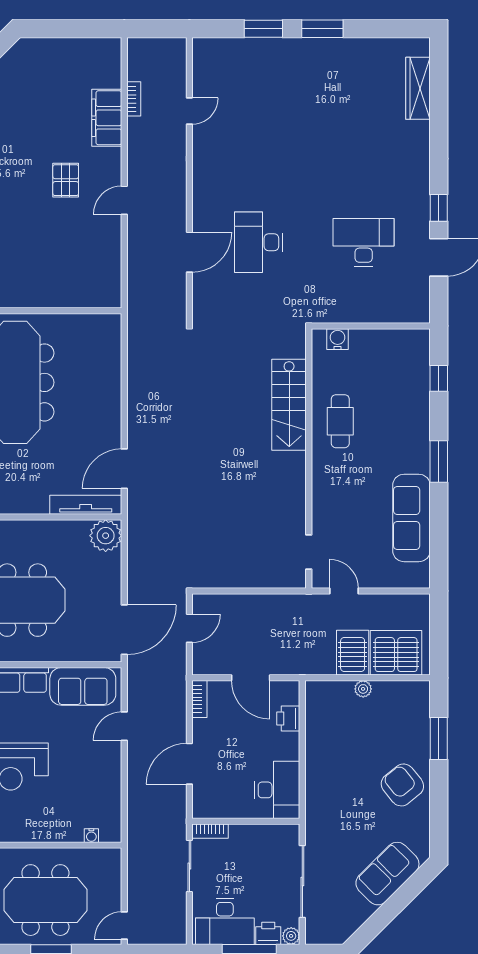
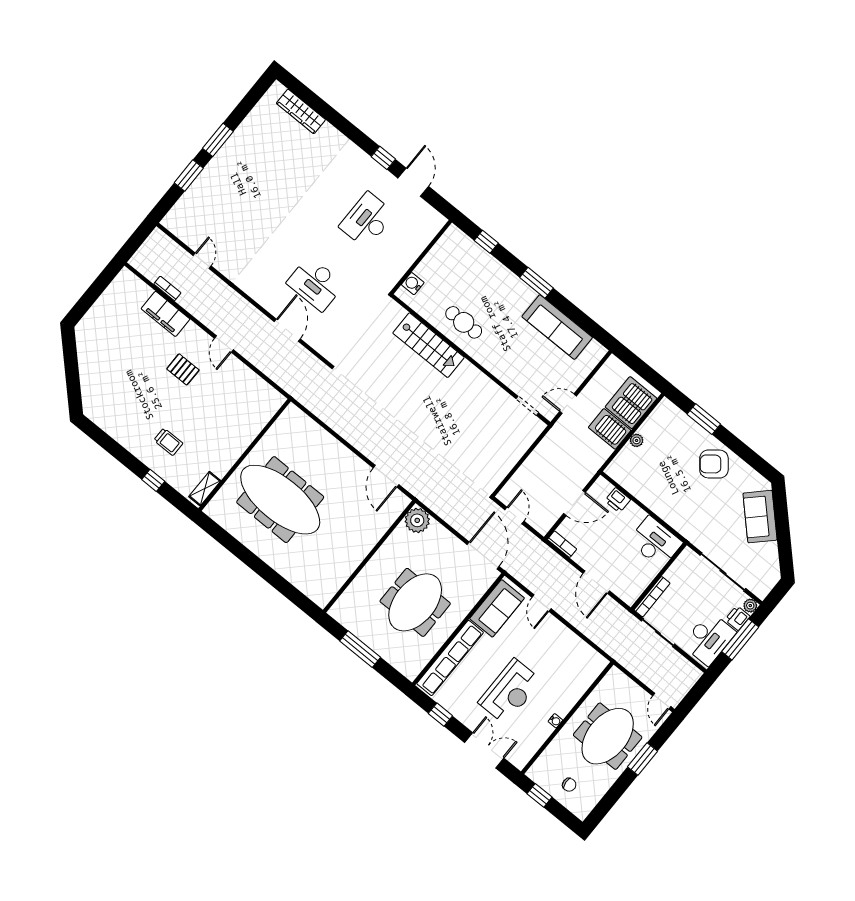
tv unit: (86, 505) -> (389, 517), removed
bookcase: (210, 831) -> (652, 597), width x1.56
water cooler: (91, 836) -> (555, 721), moved

